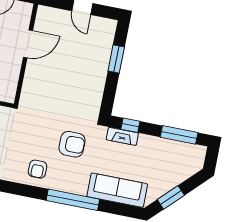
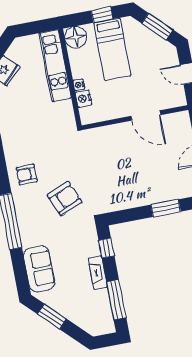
fireplace: (122, 136) -> (98, 273), moved
armchair: (72, 144) -> (65, 198), turned -113
sofa: (117, 190) -> (39, 269), width x0.73

